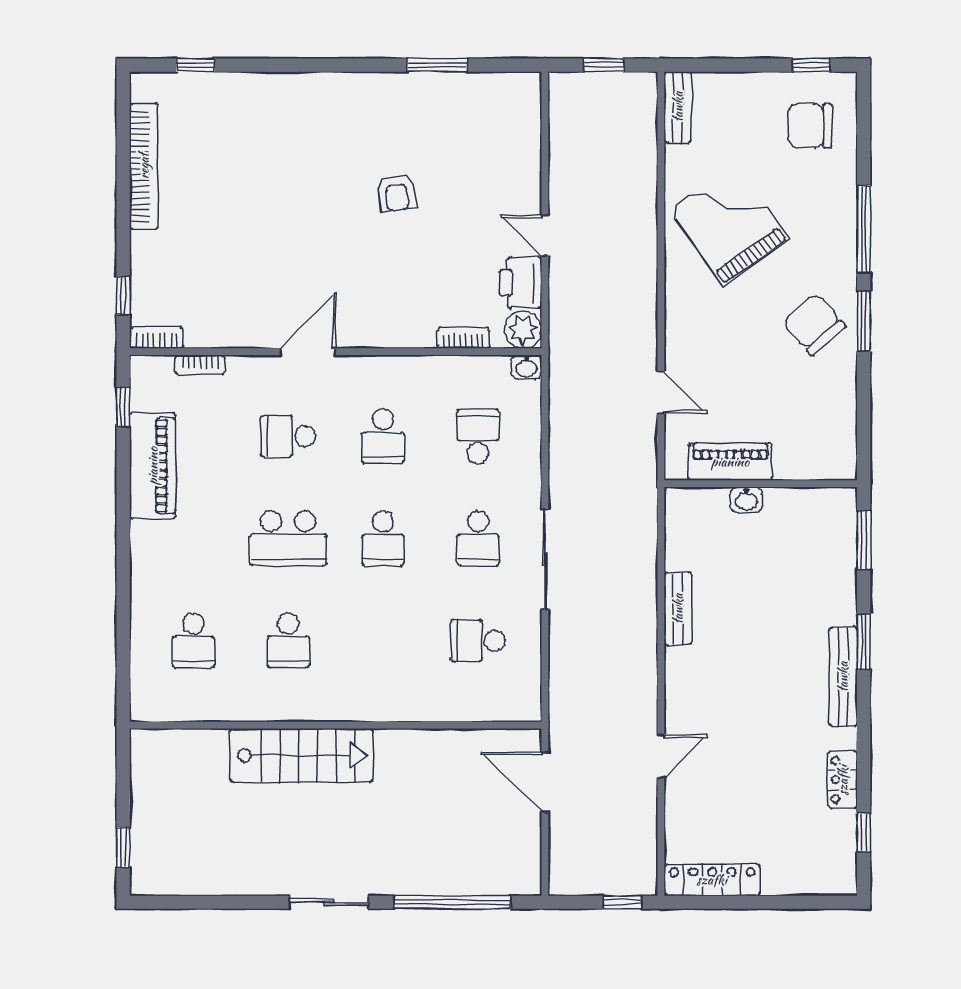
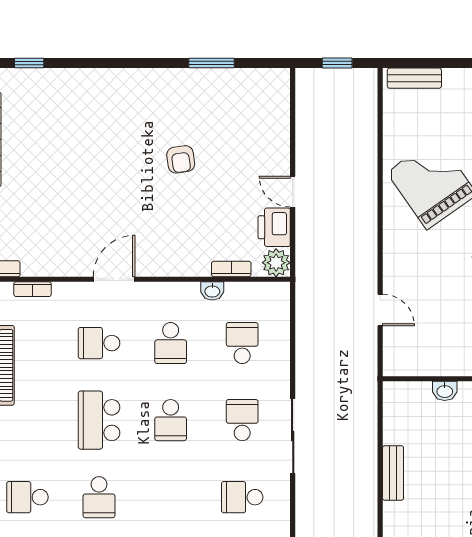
bench: (678, 107) -> (414, 78), moved, turned 90
washbasin: (527, 367) -> (212, 291), moved
piano: (730, 462) -> (433, 362), removed
school desk: (288, 538) -> (99, 420), turned 90
school desk: (478, 538) -> (242, 420), turned 180
school desk: (193, 641) -> (27, 497), turned 90

